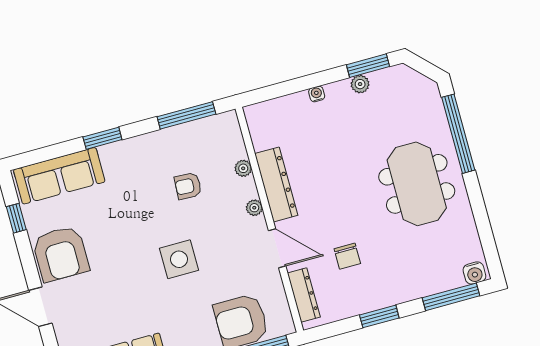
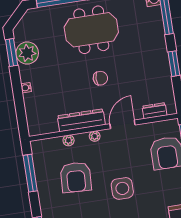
plant: (360, 84) -> (27, 53), width x1.87, depth x1.87
armchair: (188, 186) -> (76, 177), width x1.88, depth x1.88
chair: (347, 256) -> (100, 78), moved
dresser: (304, 295) -> (155, 111), width x0.70

